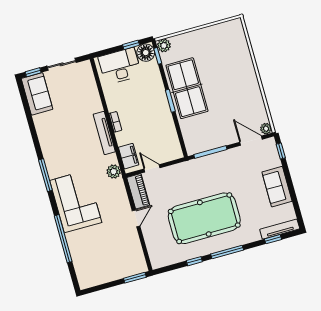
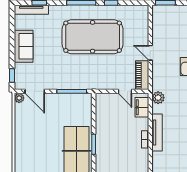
door: (136, 218) -> (150, 53), hinge flipped

